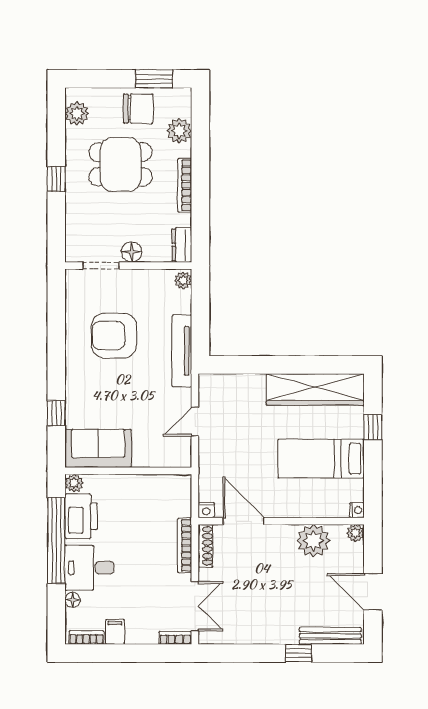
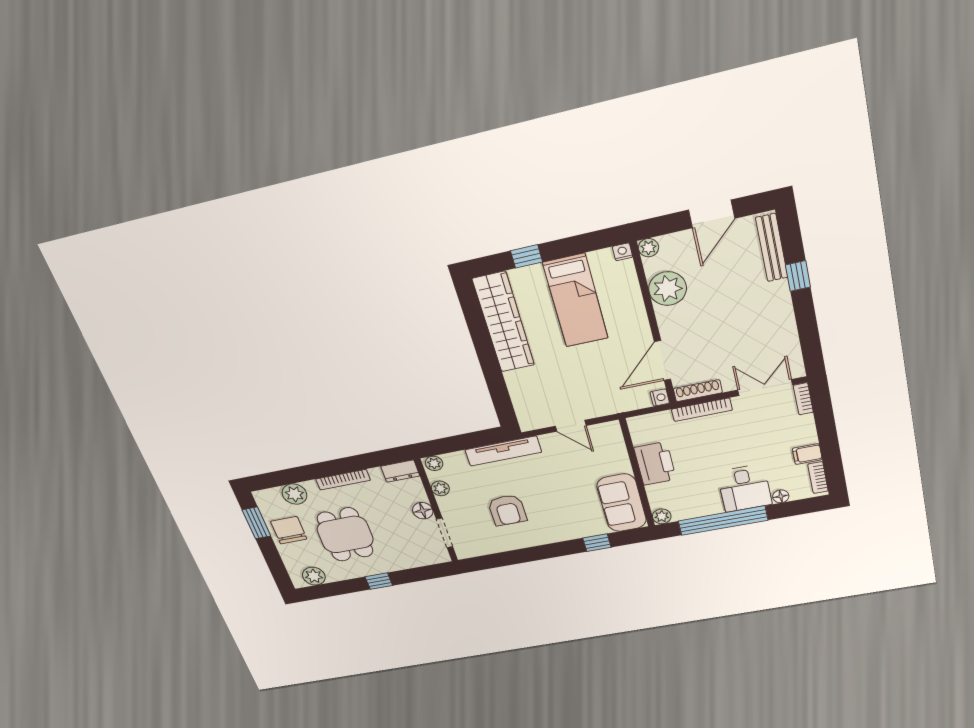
plant: (154, 278) -> (440, 488), added
armchair: (114, 336) -> (507, 510), width x0.73, depth x0.73
printer: (81, 516) -> (655, 463), moved, turned 90

